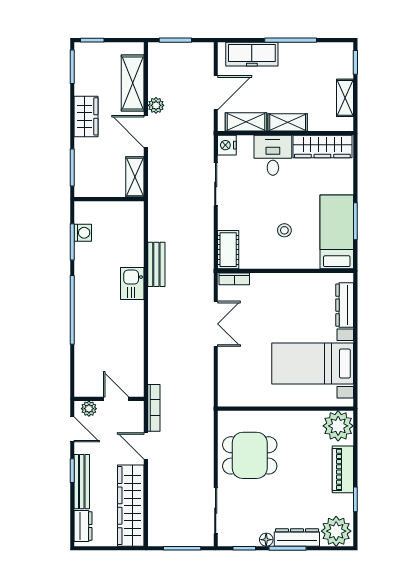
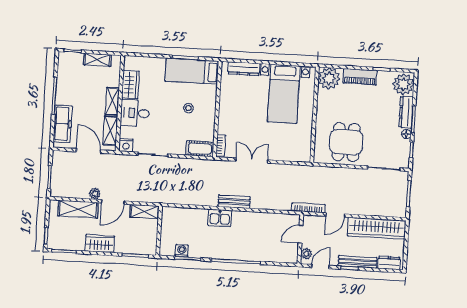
wardrobe: (322, 146) -> (130, 85), width x0.67
bench: (156, 264) -> (234, 202), moved

